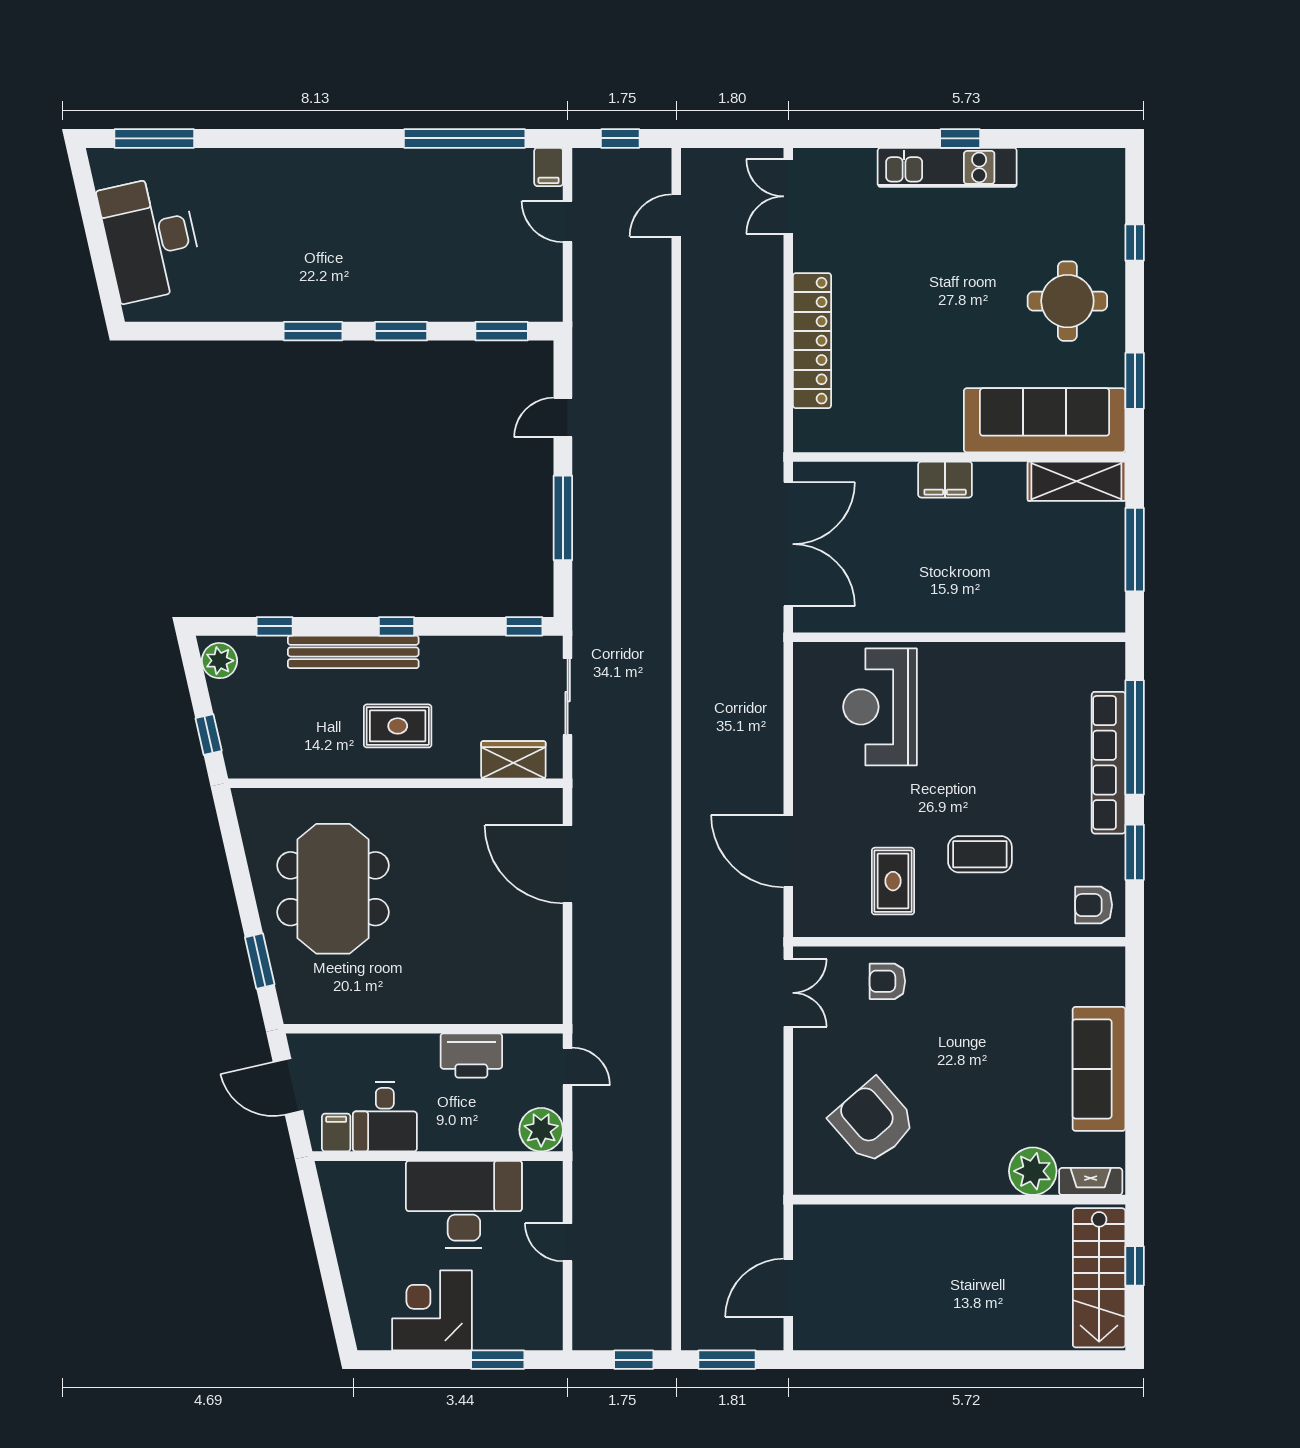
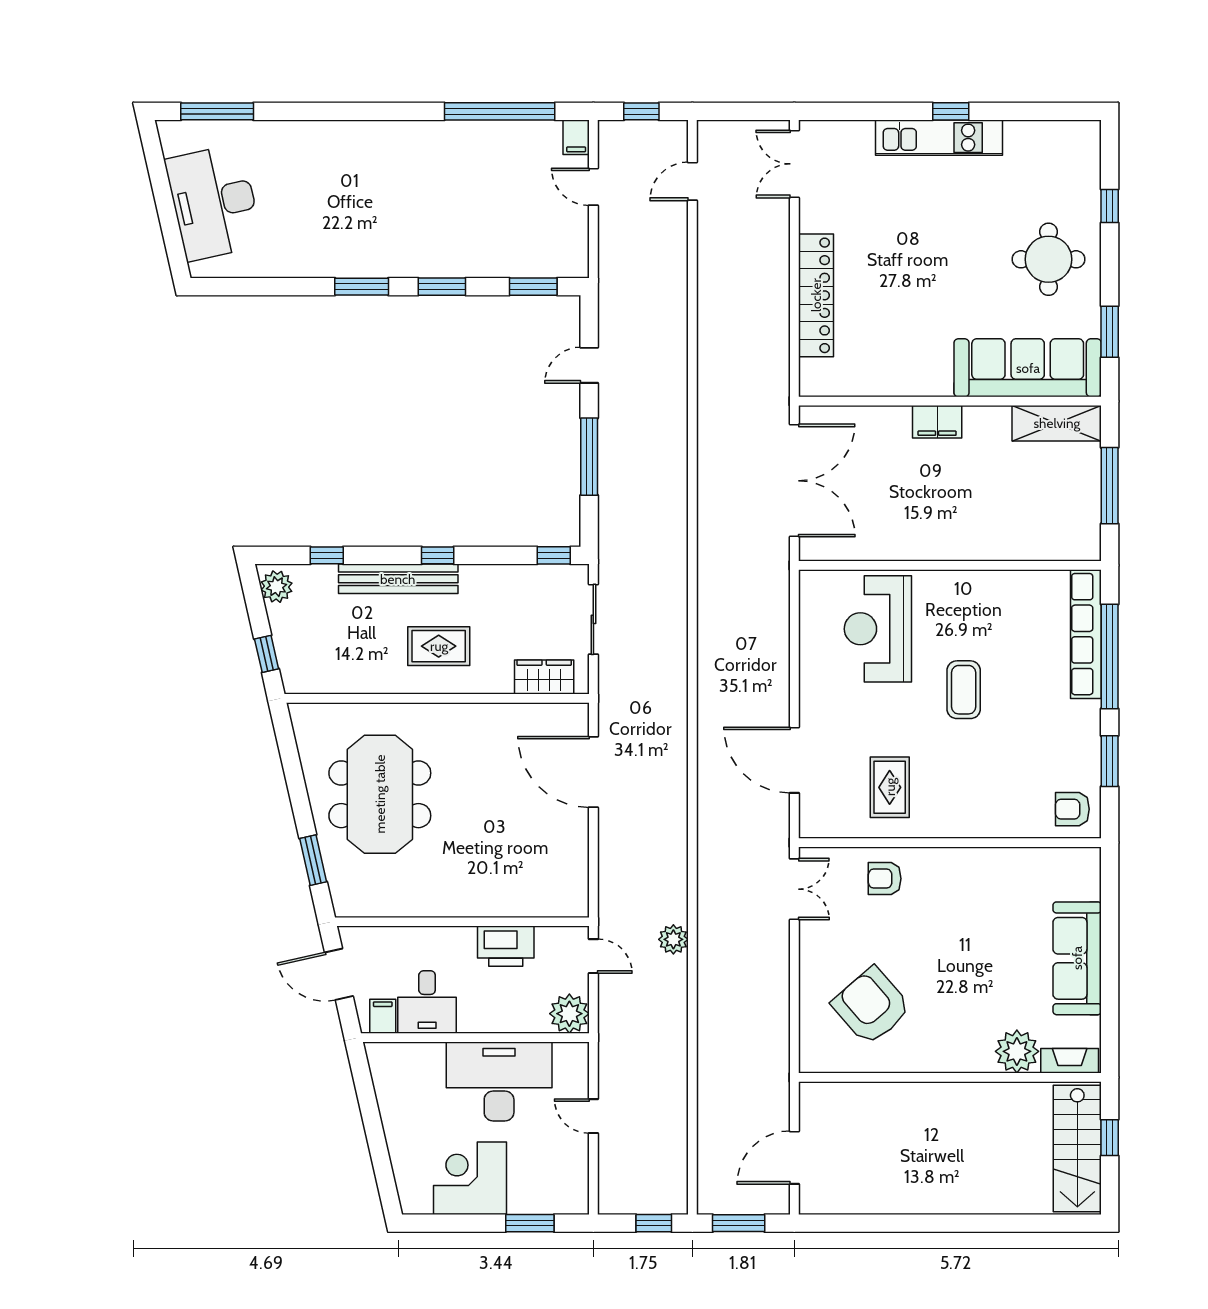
row of seats: (1109, 763) -> (1086, 634), moved
coffee table: (980, 854) -> (964, 690), moved, turned 90
plant: (655, 1048) -> (673, 939), added

